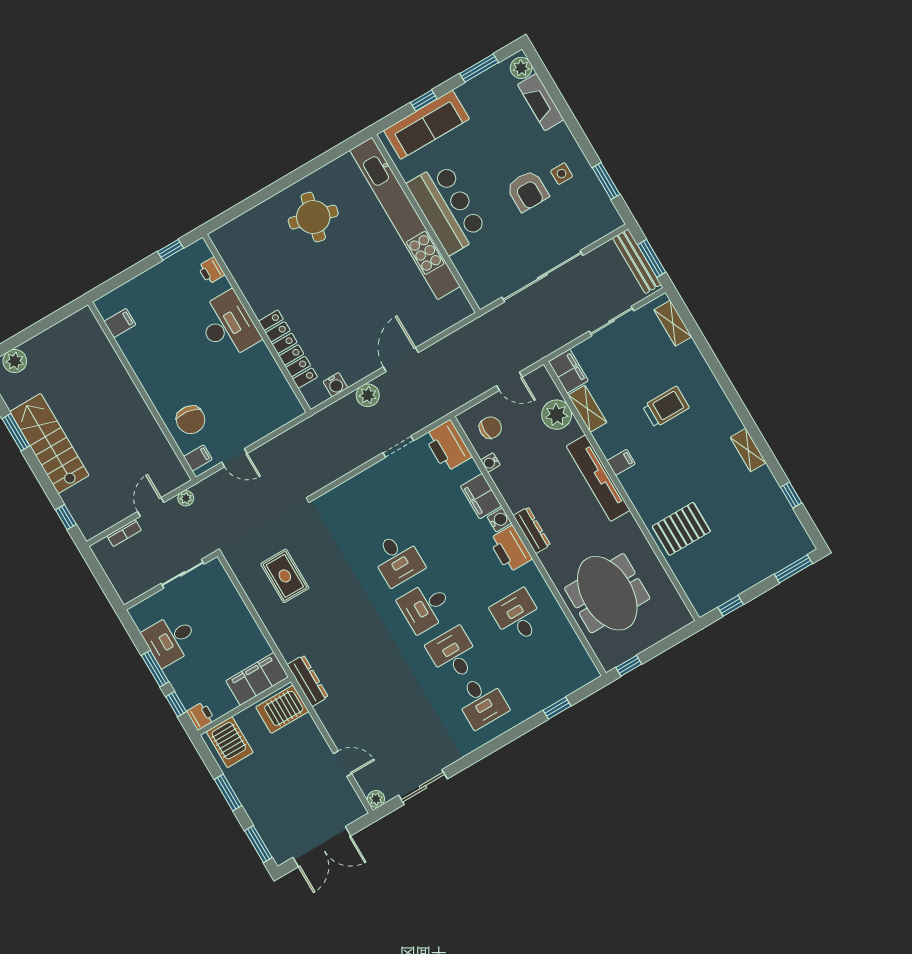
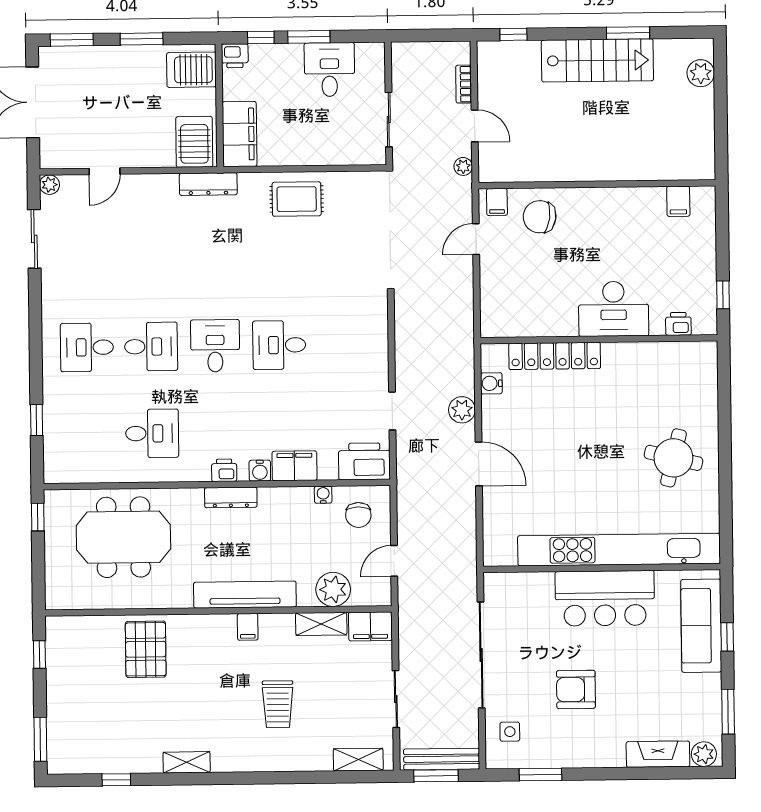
side table: (562, 174) -> (510, 732), moved
printer: (510, 549) -> (224, 470), width x0.53, depth x0.68
rug: (285, 576) -> (297, 199), moved

